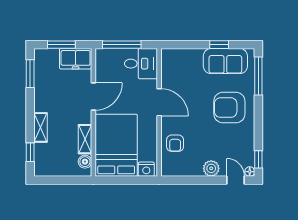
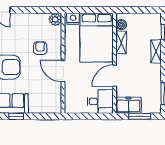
window: (122, 45) -> (92, 116), removed
desk: (141, 64) -> (100, 101), moved, turned 180
armchair: (175, 143) -> (40, 48), moved
plant: (211, 168) -> (55, 19), moved

